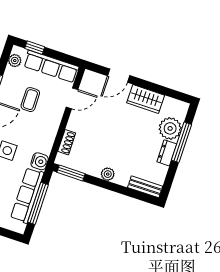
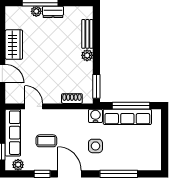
plant: (170, 128) -> (36, 11), width x0.53, depth x0.53
bench: (145, 187) -> (87, 34), moved

